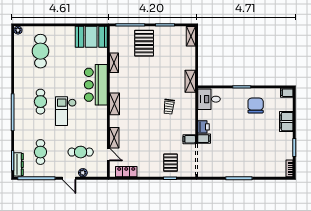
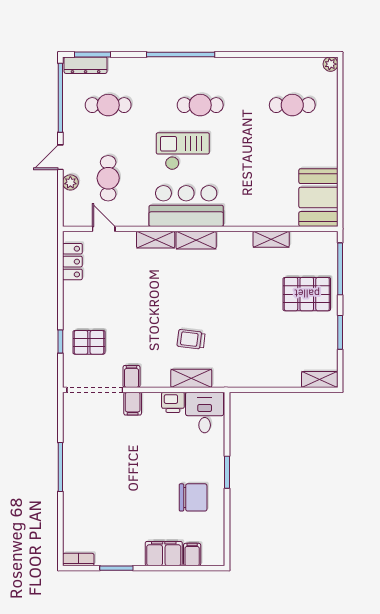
cafe table: (40, 51) -> (292, 105), width x0.73, depth x0.74
shelving: (190, 81) -> (191, 378), moved
bar counter: (96, 85) -> (186, 206), moved
filing cabinet: (287, 93) -> (192, 554), moved
printer: (203, 127) -> (173, 402), moved
shelving: (114, 138) -> (156, 240), moved
door: (108, 154) -> (104, 229), swing flipped

